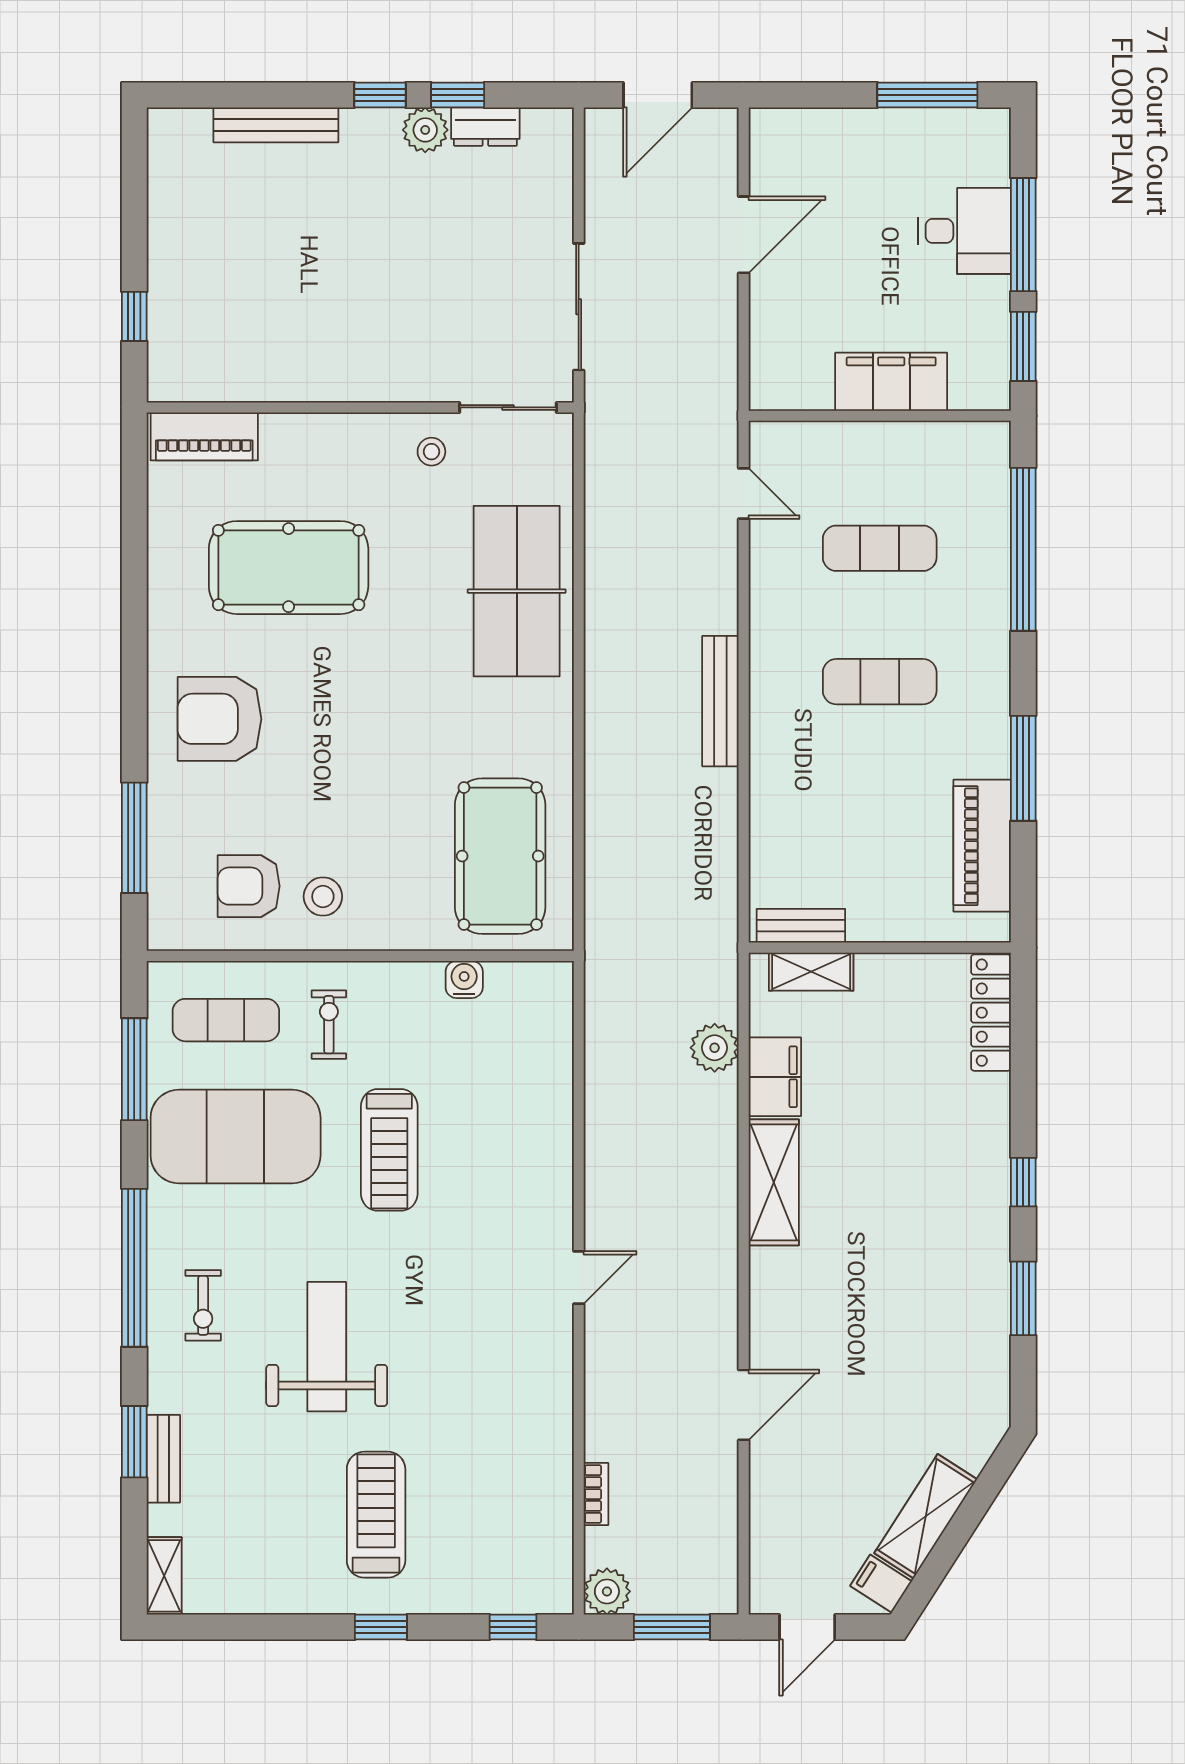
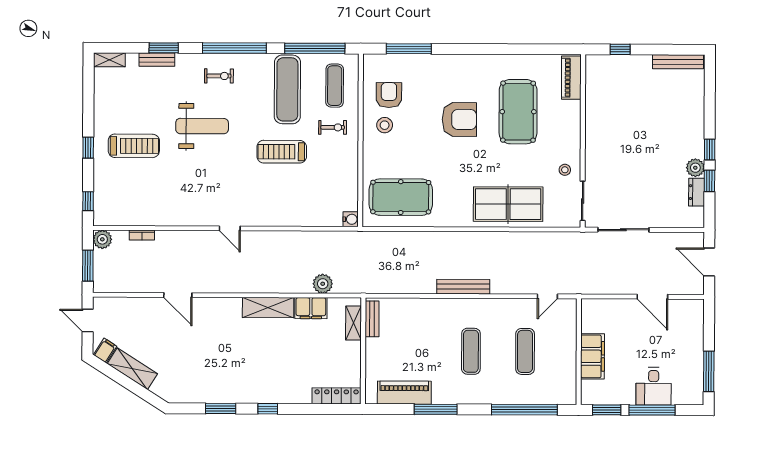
bench: (276, 125) -> (678, 62), moved, turned 90
armchair: (219, 719) -> (459, 119), moved, turned 90
water cooler: (464, 979) -> (351, 219), moved
window: (134, 1069) -> (315, 48), width x1.46
exercise mat: (236, 1137) -> (287, 89), width x0.68
exercise bike: (203, 1305) -> (219, 76), turned 180

